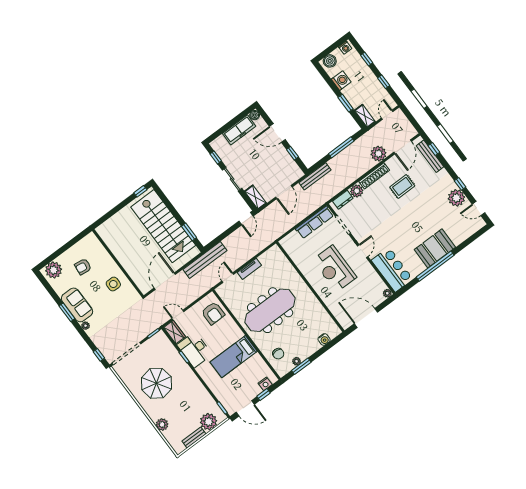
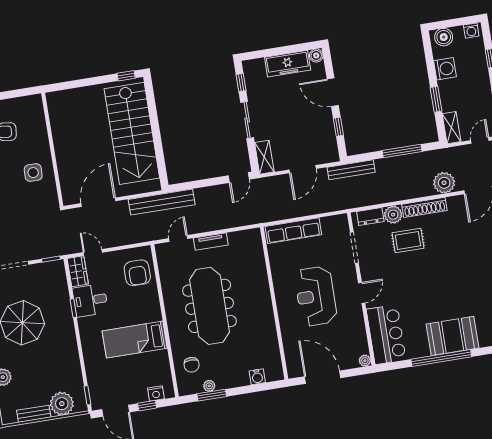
rug: (402, 186) -> (408, 241), moved
row of seats: (315, 222) -> (293, 231), moved
window: (189, 232) -> (160, 157), removed
meeting table: (270, 310) -> (210, 306), turned 90
desk: (195, 350) -> (90, 300), width x0.73

